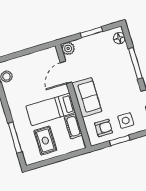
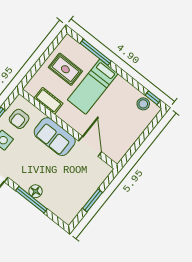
floor lamp: (119, 38) -> (36, 191), moved
plant: (68, 48) -> (104, 170), removed
bed: (51, 109) -> (93, 87), moved, turned 180

